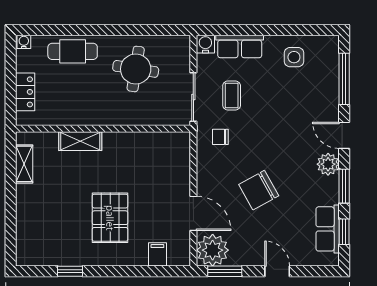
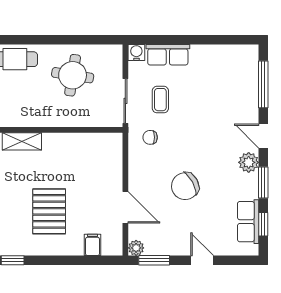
side table: (294, 57) -> (217, 64), removed
plant: (213, 250) -> (136, 248), width x0.53, depth x0.53

